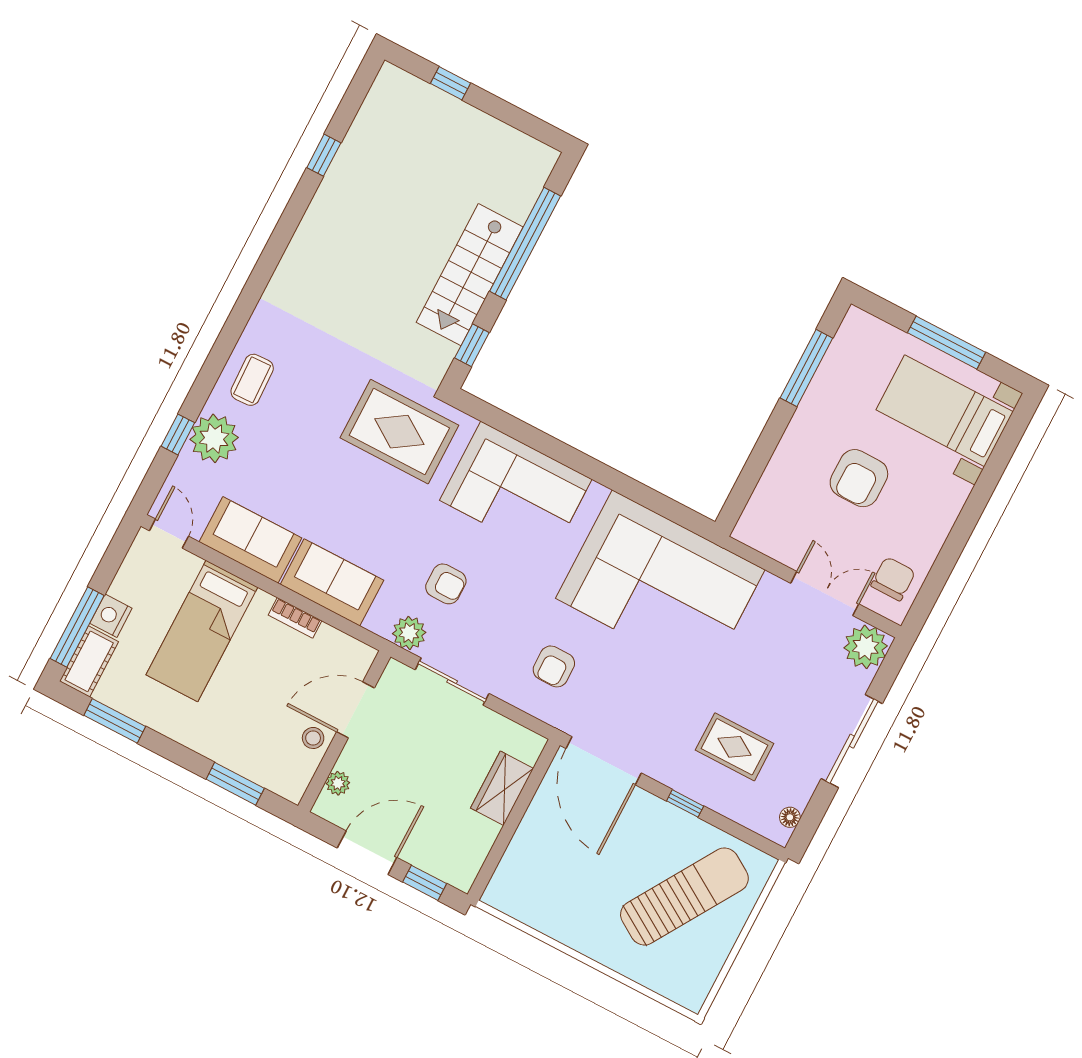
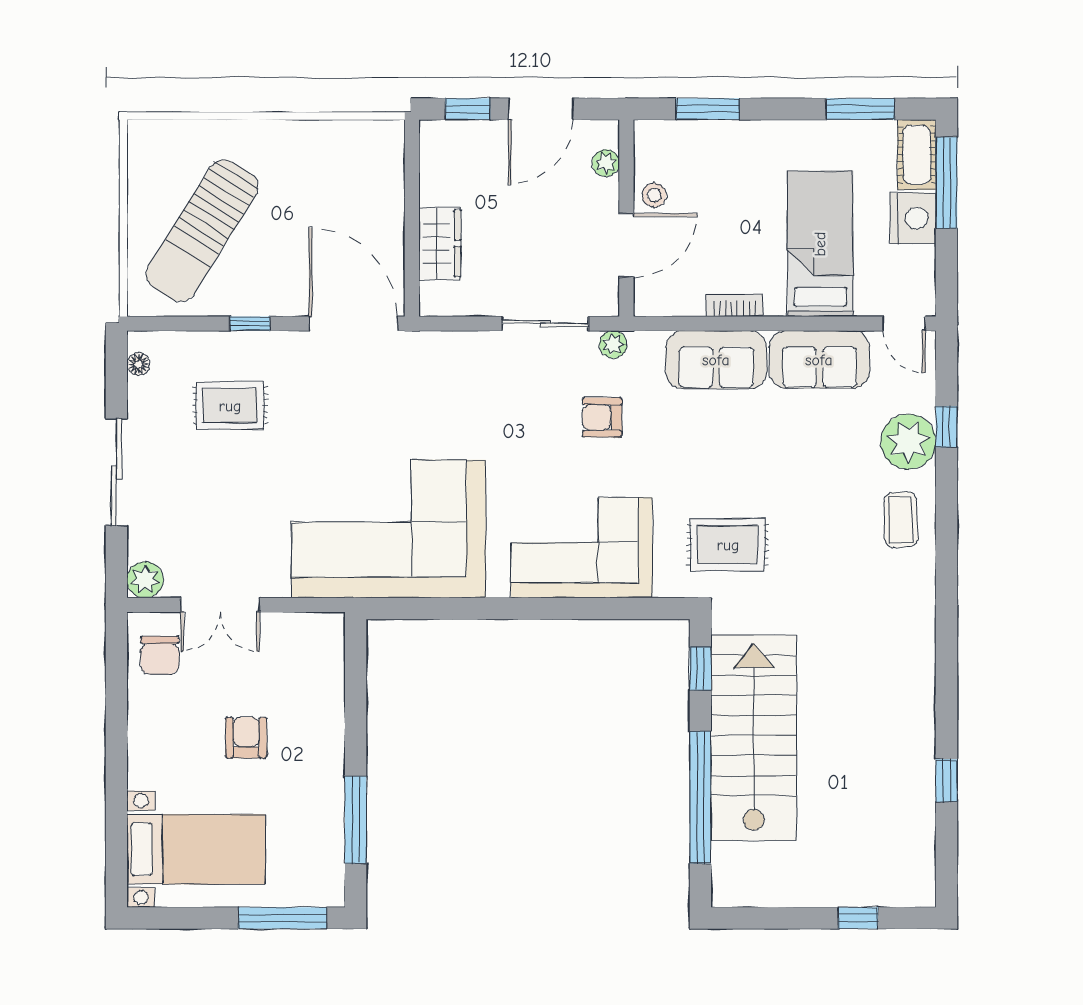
stairs: (470, 275) -> (754, 738), width x1.36, depth x1.51
window: (946, 343) -> (283, 918), moved
rug: (399, 432) -> (728, 545), width x0.73, depth x0.70
armchair: (859, 478) -> (246, 738), width x0.72, depth x0.72
nightstand: (111, 616) -> (913, 218), width x1.36, depth x1.33
plant: (409, 633) -> (613, 344), width x0.73, depth x0.73
plant: (866, 647) -> (145, 580), width x0.73, depth x0.73
armchair: (554, 666) -> (452, 391), removed

